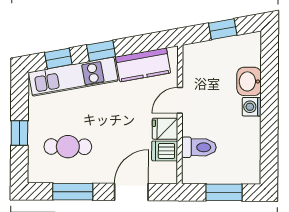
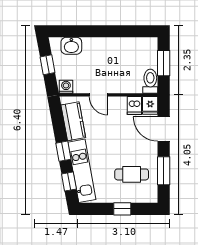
washbasin: (249, 81) -> (71, 46), moved
washing machine: (252, 107) -> (66, 87), moved, turned 180
fridge: (165, 129) -> (150, 105), moved
cafe table: (68, 147) -> (132, 174), turned 90
toilet: (199, 147) -> (150, 81), moved

